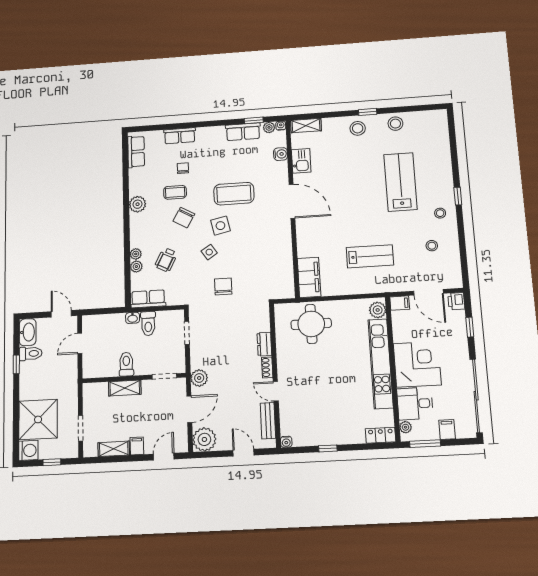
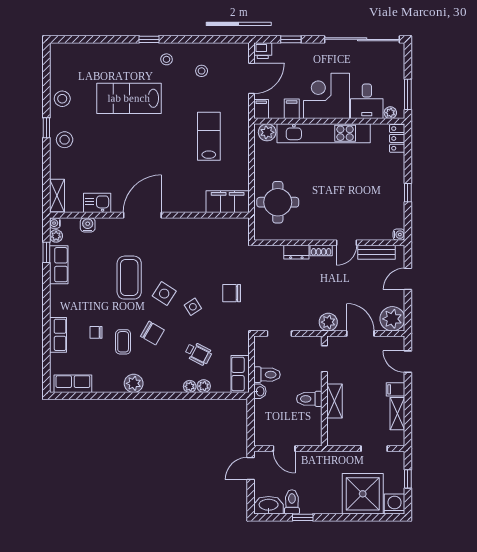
side table: (220, 226) -> (164, 294), turned 45
filing cabinet: (447, 430) -> (292, 109), moved, turned 90

